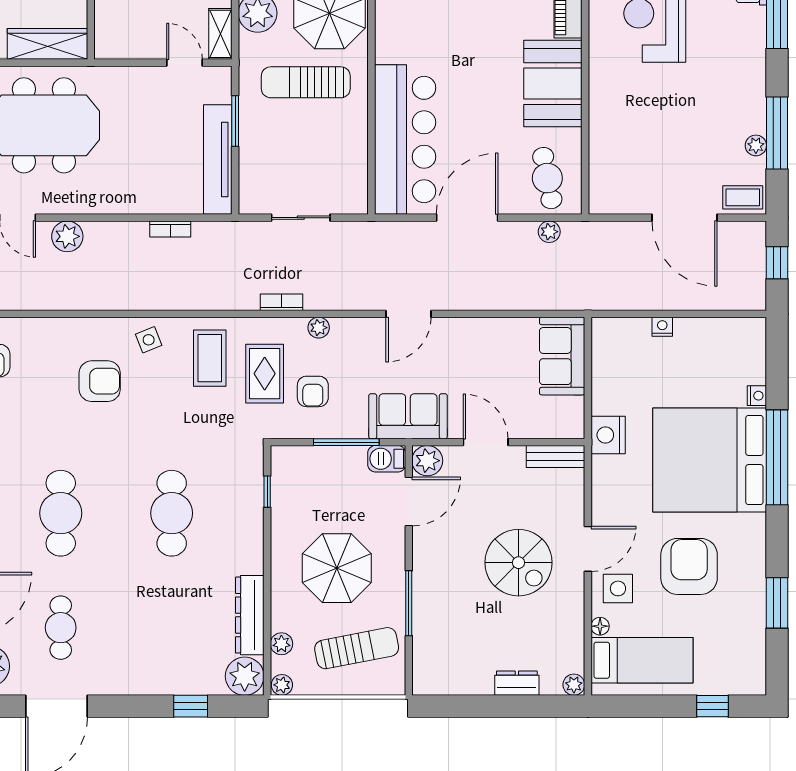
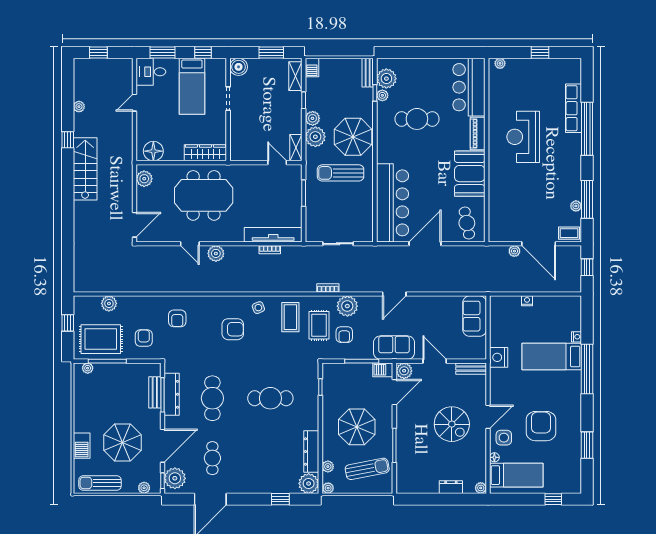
tv unit: (218, 159) -> (273, 235), moved, turned 90
plant: (549, 232) -> (514, 251), moved
plant: (319, 328) -> (347, 306), width x1.88, depth x1.88
bed: (710, 460) -> (552, 356), width x0.49
cafe table: (172, 513) -> (270, 398), turned 90

